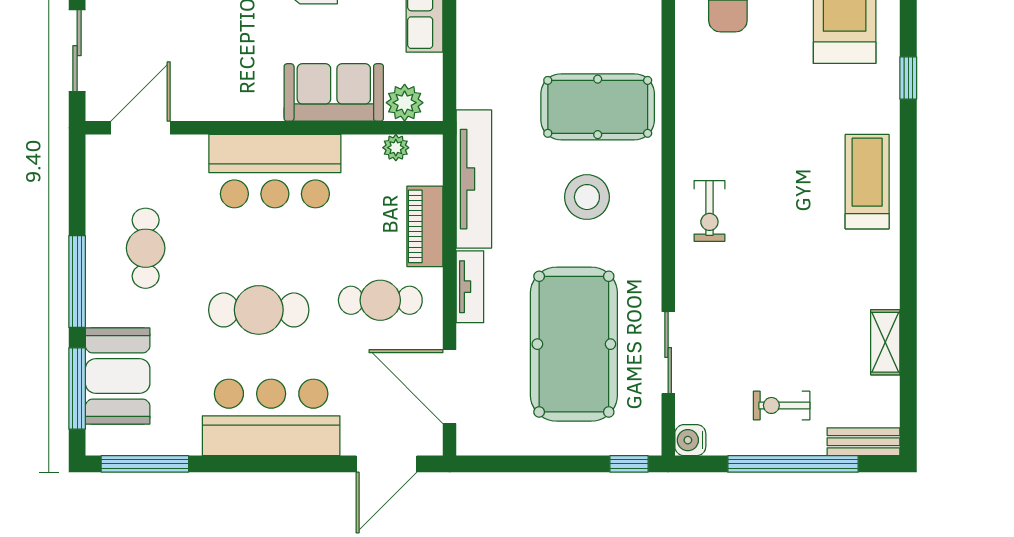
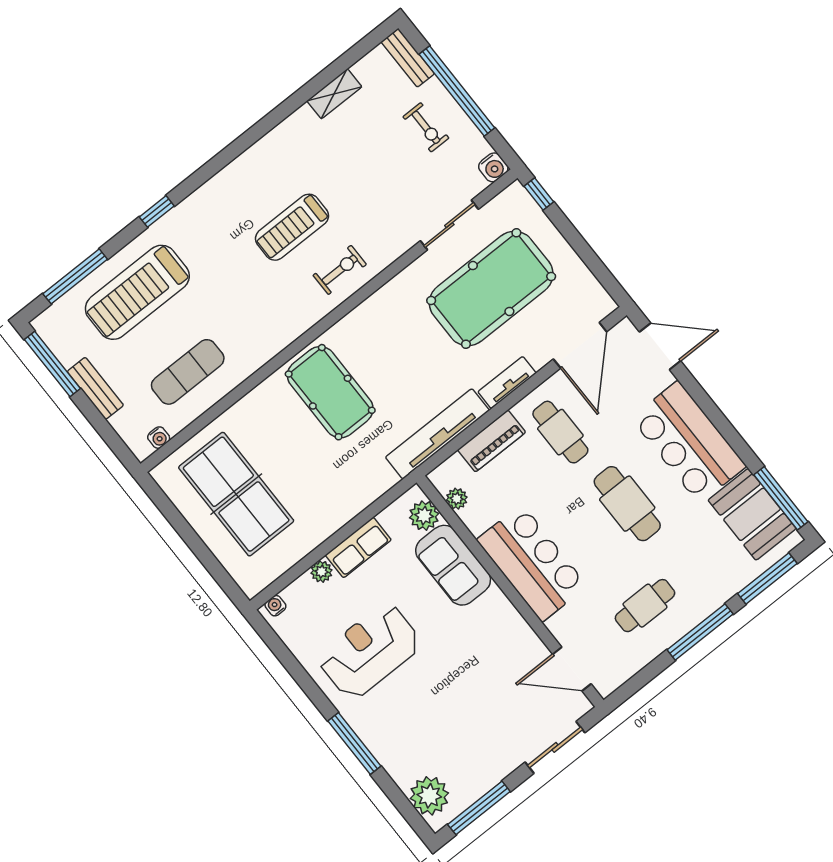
treadmill: (867, 182) -> (292, 227), moved
stool: (587, 197) -> (392, 354), removed
booth: (118, 376) -> (752, 514), moved, turned 90

